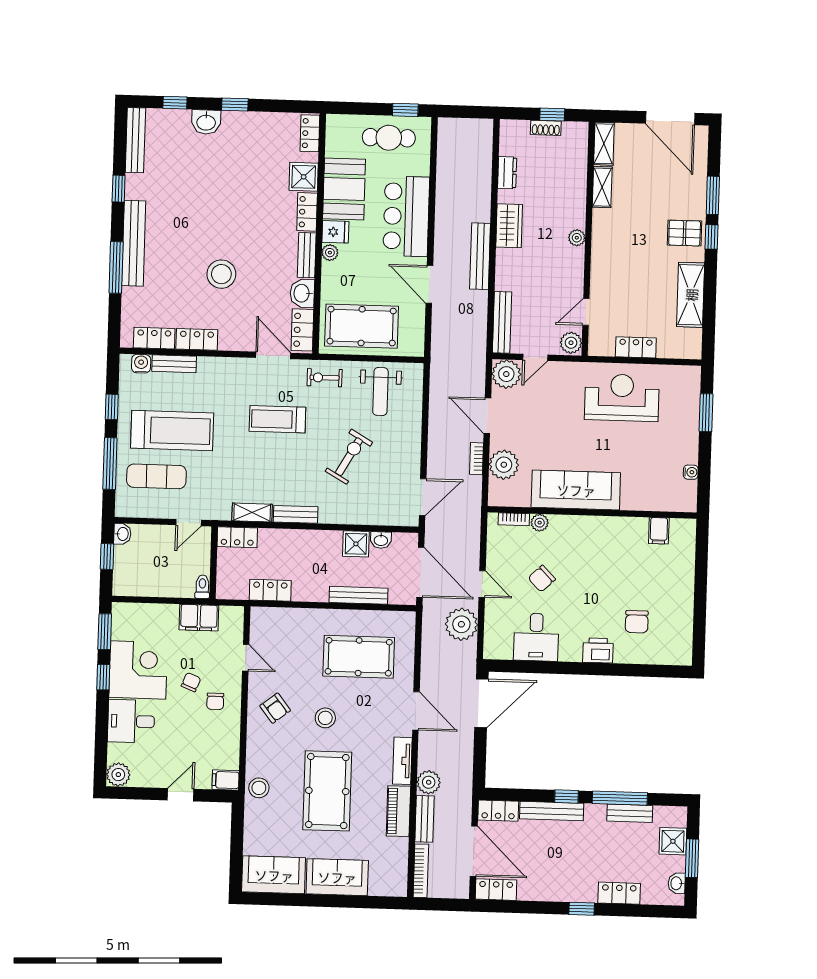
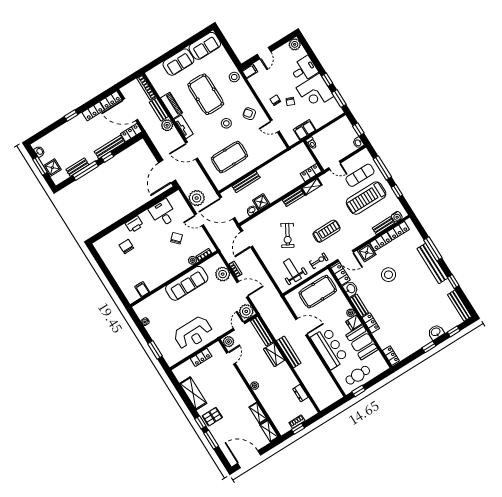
shower: (304, 177) -> (367, 253), moved
wardrobe: (509, 226) -> (274, 355), moved
door: (189, 523) -> (335, 165), swing flipped
locker: (270, 590) -> (283, 160), removed
locker: (619, 893) -> (93, 111), moved

